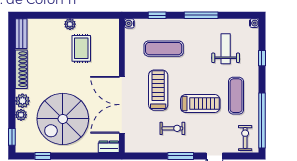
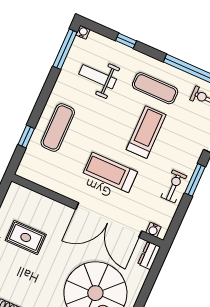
window: (201, 15) -> (65, 49), moved
water cooler: (129, 23) -> (153, 230), moved
exercise mat: (164, 49) -> (58, 127), moved
exercise bike: (172, 128) -> (174, 186), moved

